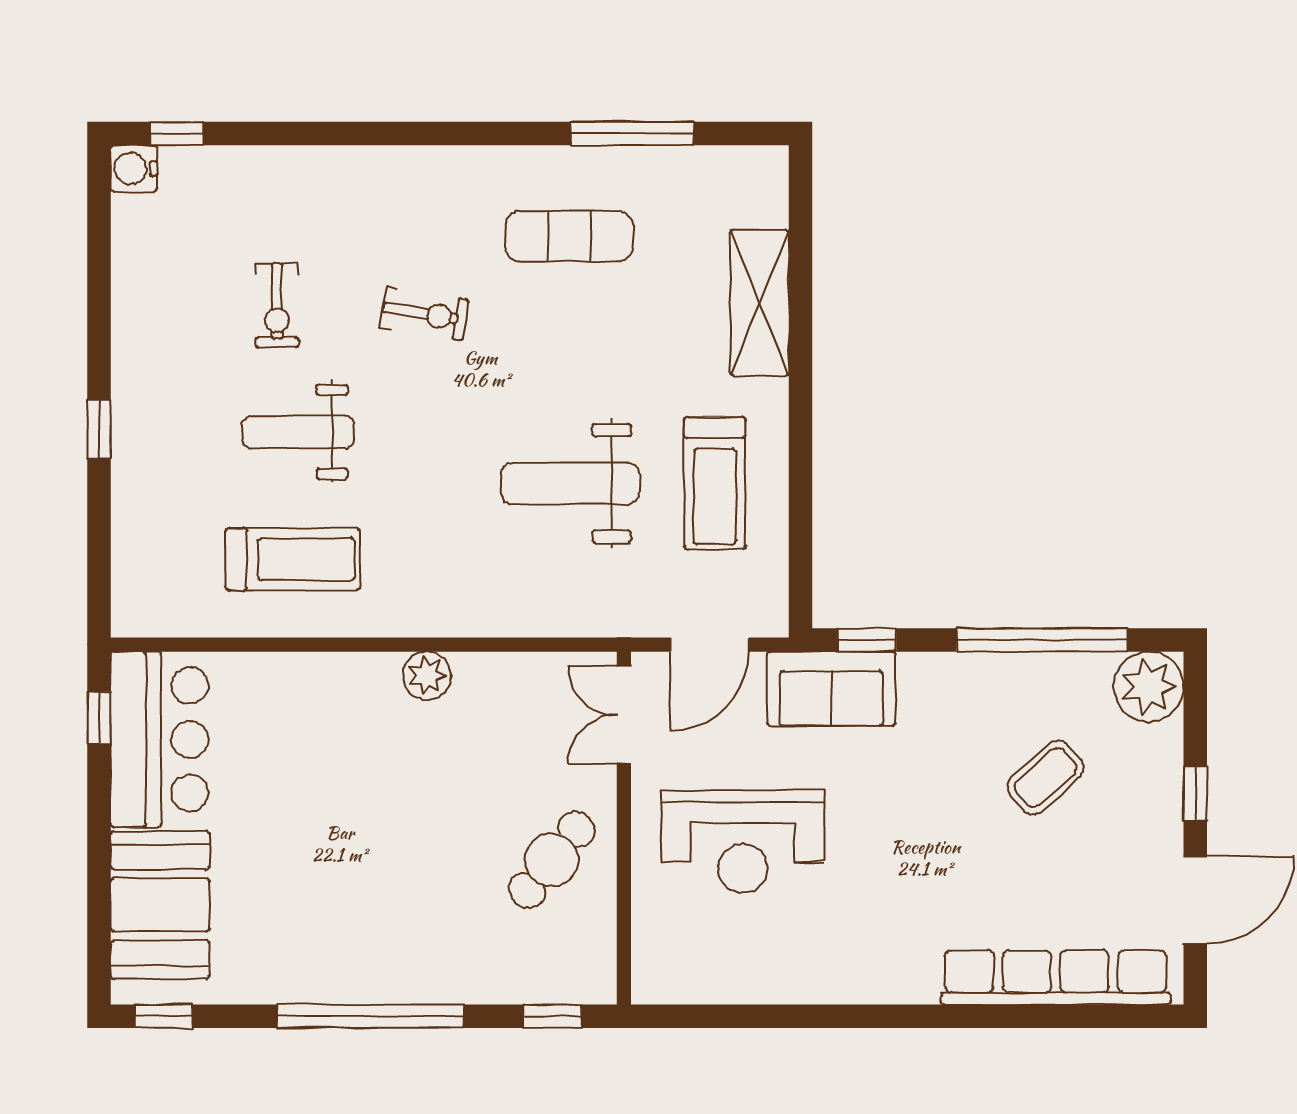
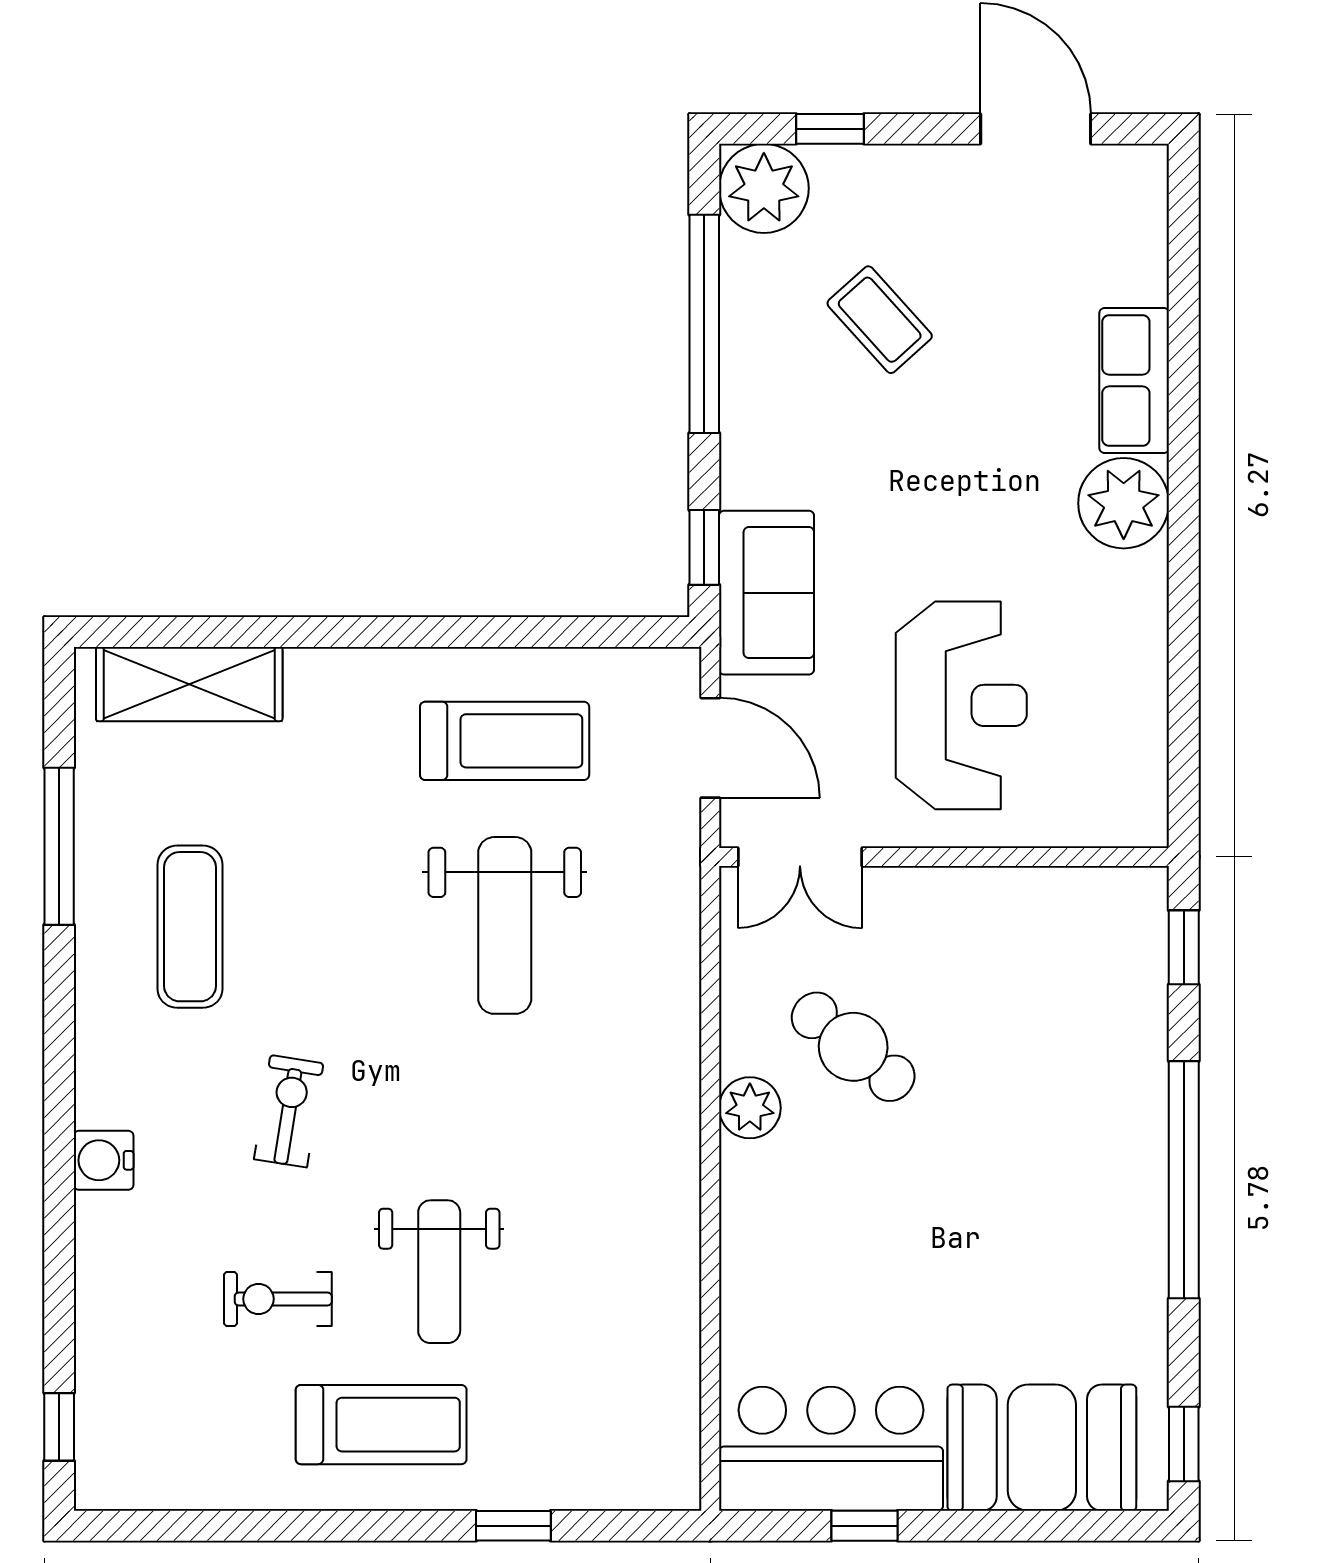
water cooler: (134, 169) -> (104, 1160), moved, turned 90
shelving: (760, 303) -> (189, 684), moved
exercise bike: (277, 305) -> (278, 1299), turned 180
window: (99, 429) -> (513, 1526), moved
treadmill: (293, 559) -> (381, 1425), moved, turned 90
window: (99, 718) -> (864, 1526), moved
window: (1195, 794) -> (830, 129), moved
cafe table: (552, 860) -> (853, 1047), moved
plant: (902, 969) -> (1124, 503), added
row of seats: (1056, 977) -> (1134, 381), width x0.50

